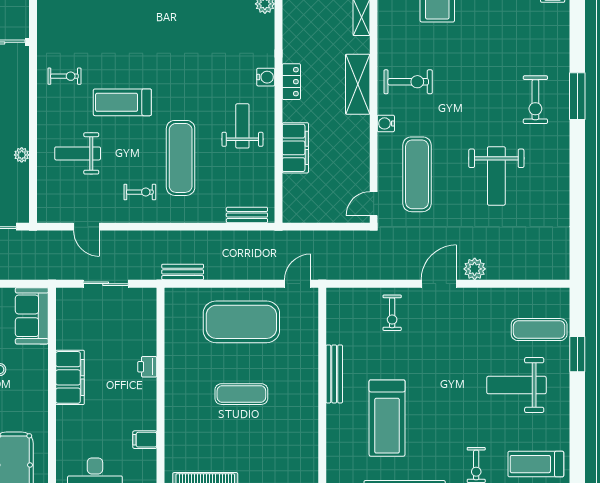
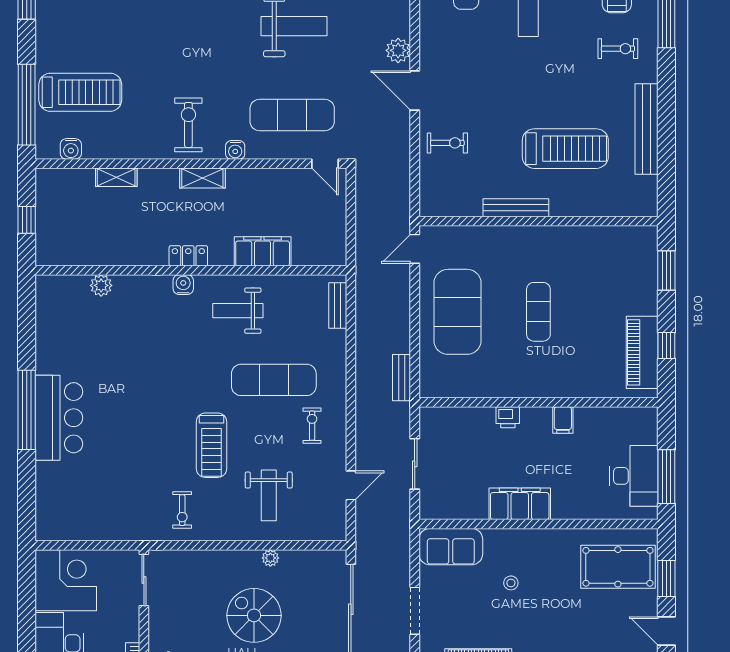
exercise bike: (64, 76) -> (182, 510), turned 180
shelving: (358, 84) -> (202, 178), width x0.67, depth x0.75
door: (298, 284) -> (415, 249), hinge flipped
filing cabinet: (145, 440) -> (563, 420), moved

